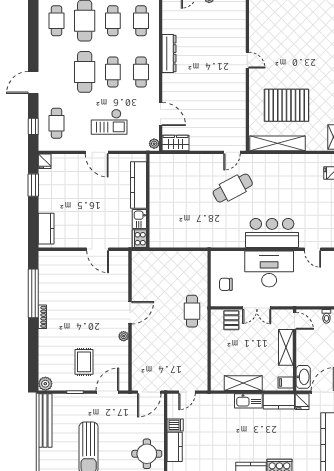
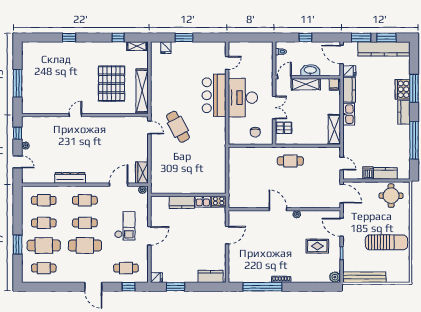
kitchen counter: (139, 185) -> (182, 202), width x0.67
cafe table: (192, 311) -> (290, 161), moved
washbasin: (303, 377) -> (310, 70), moved
shelving: (243, 383) -> (334, 129), moved

